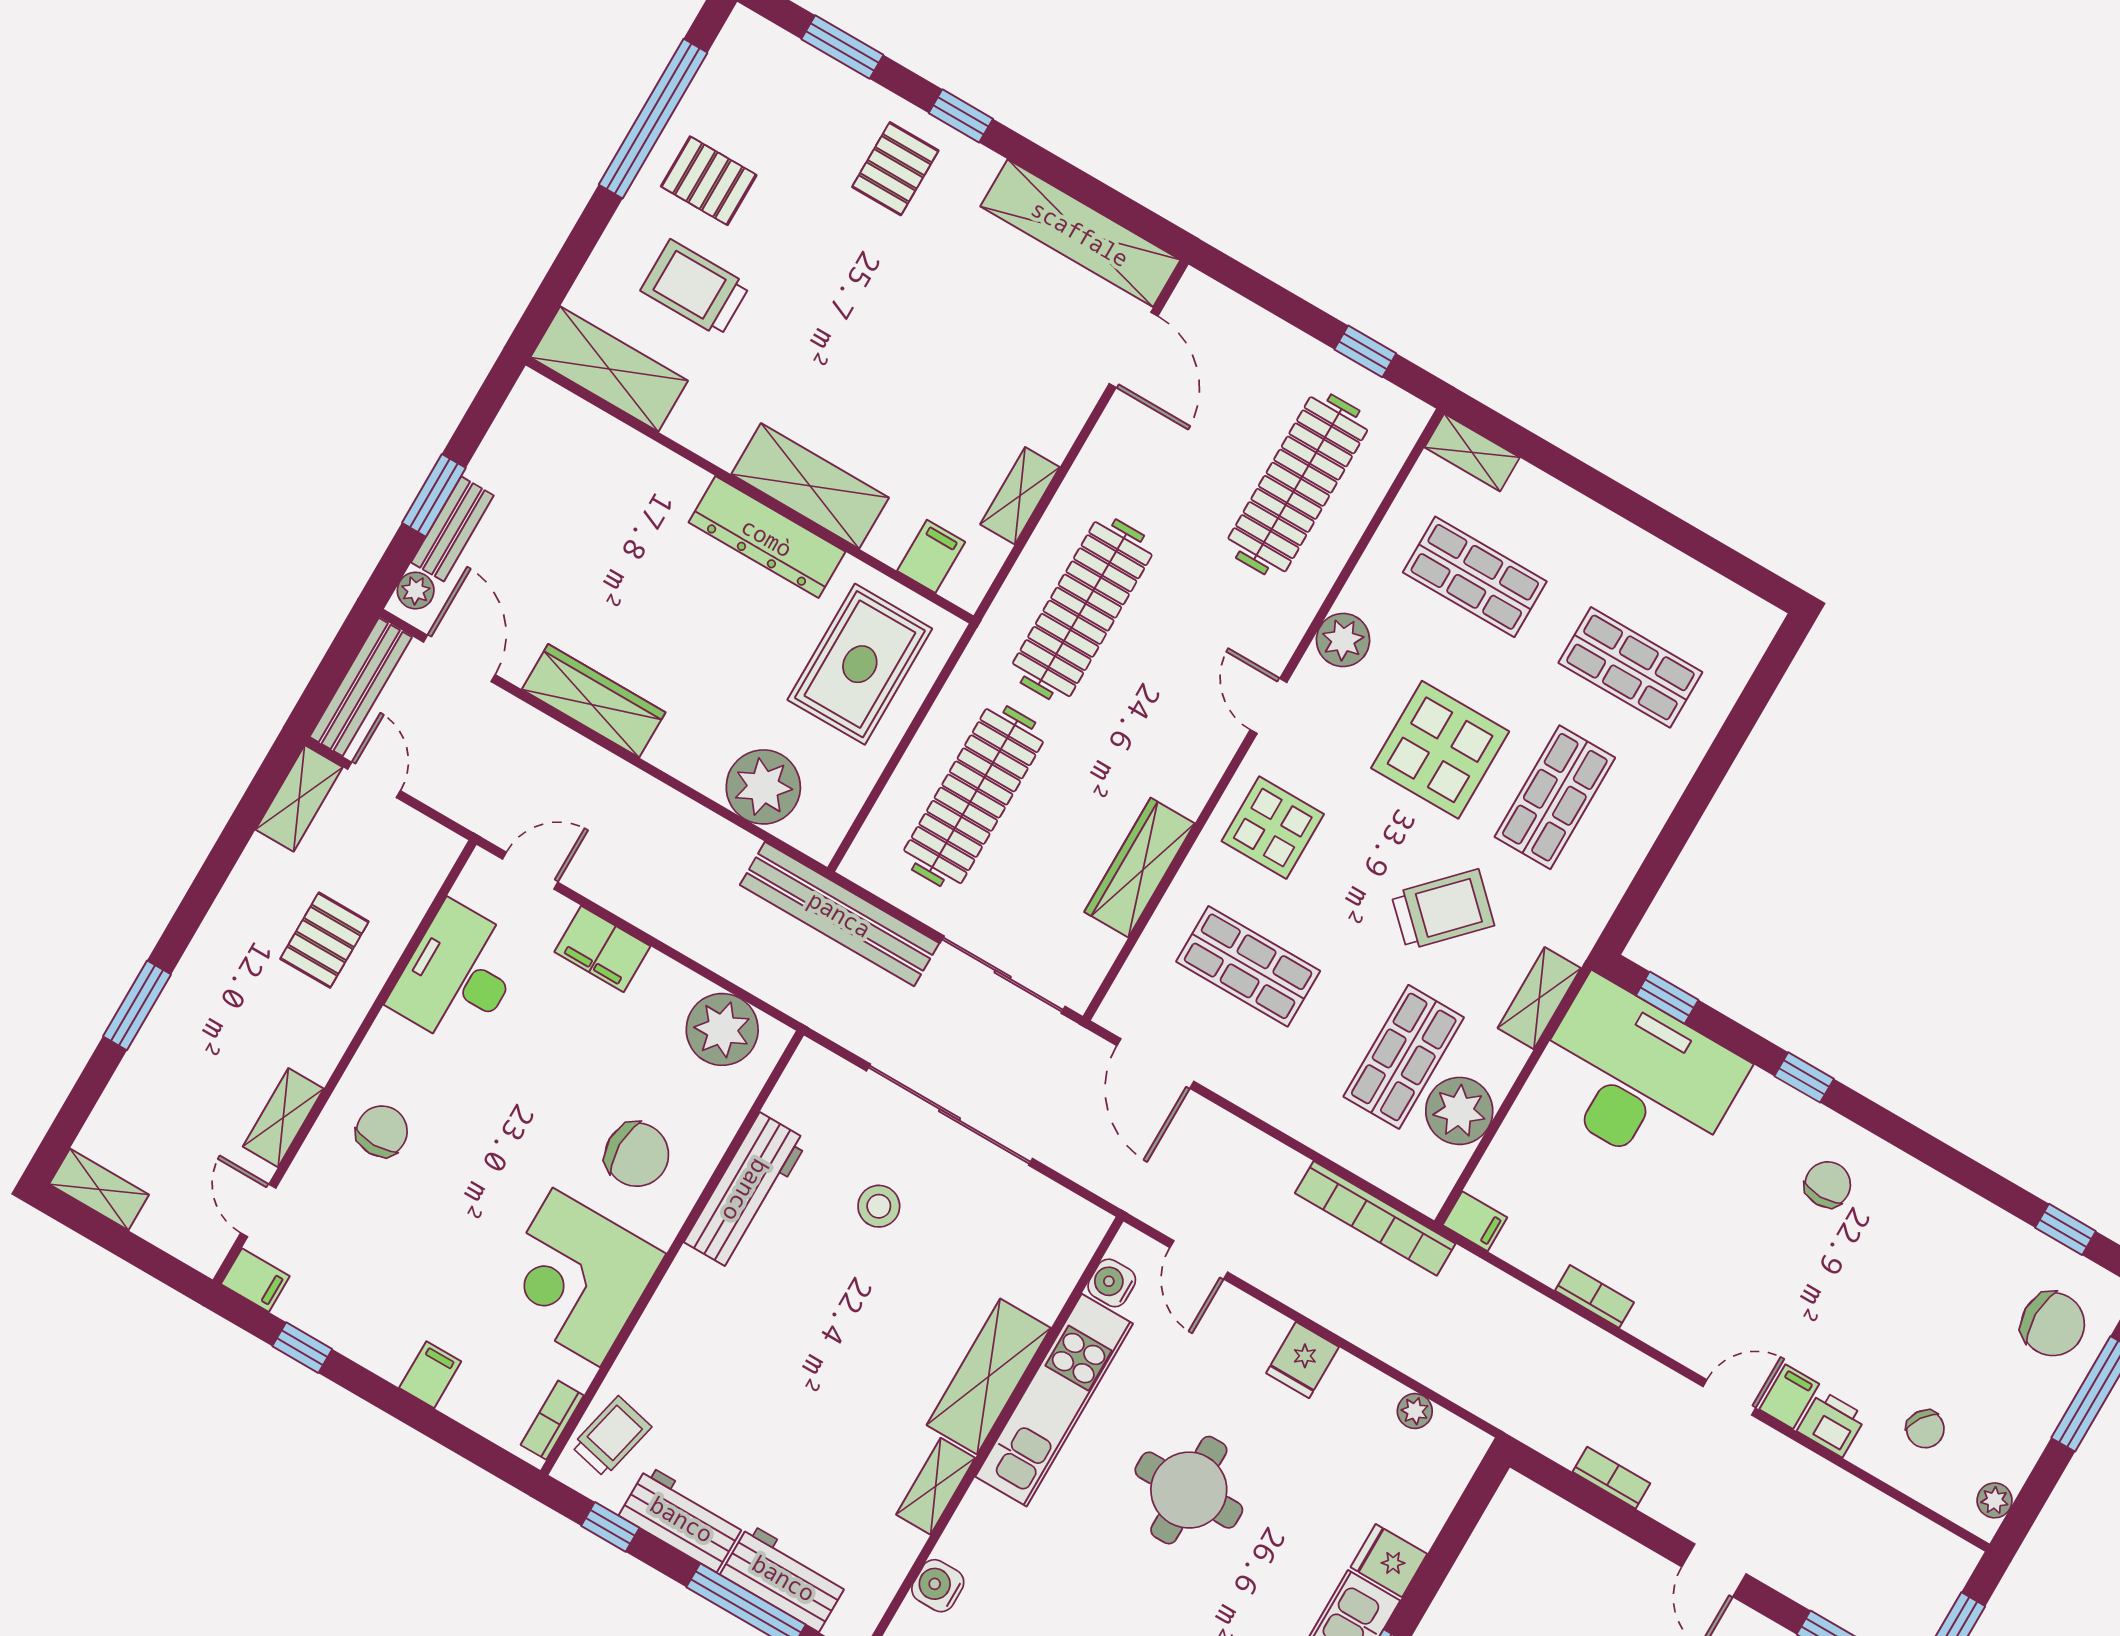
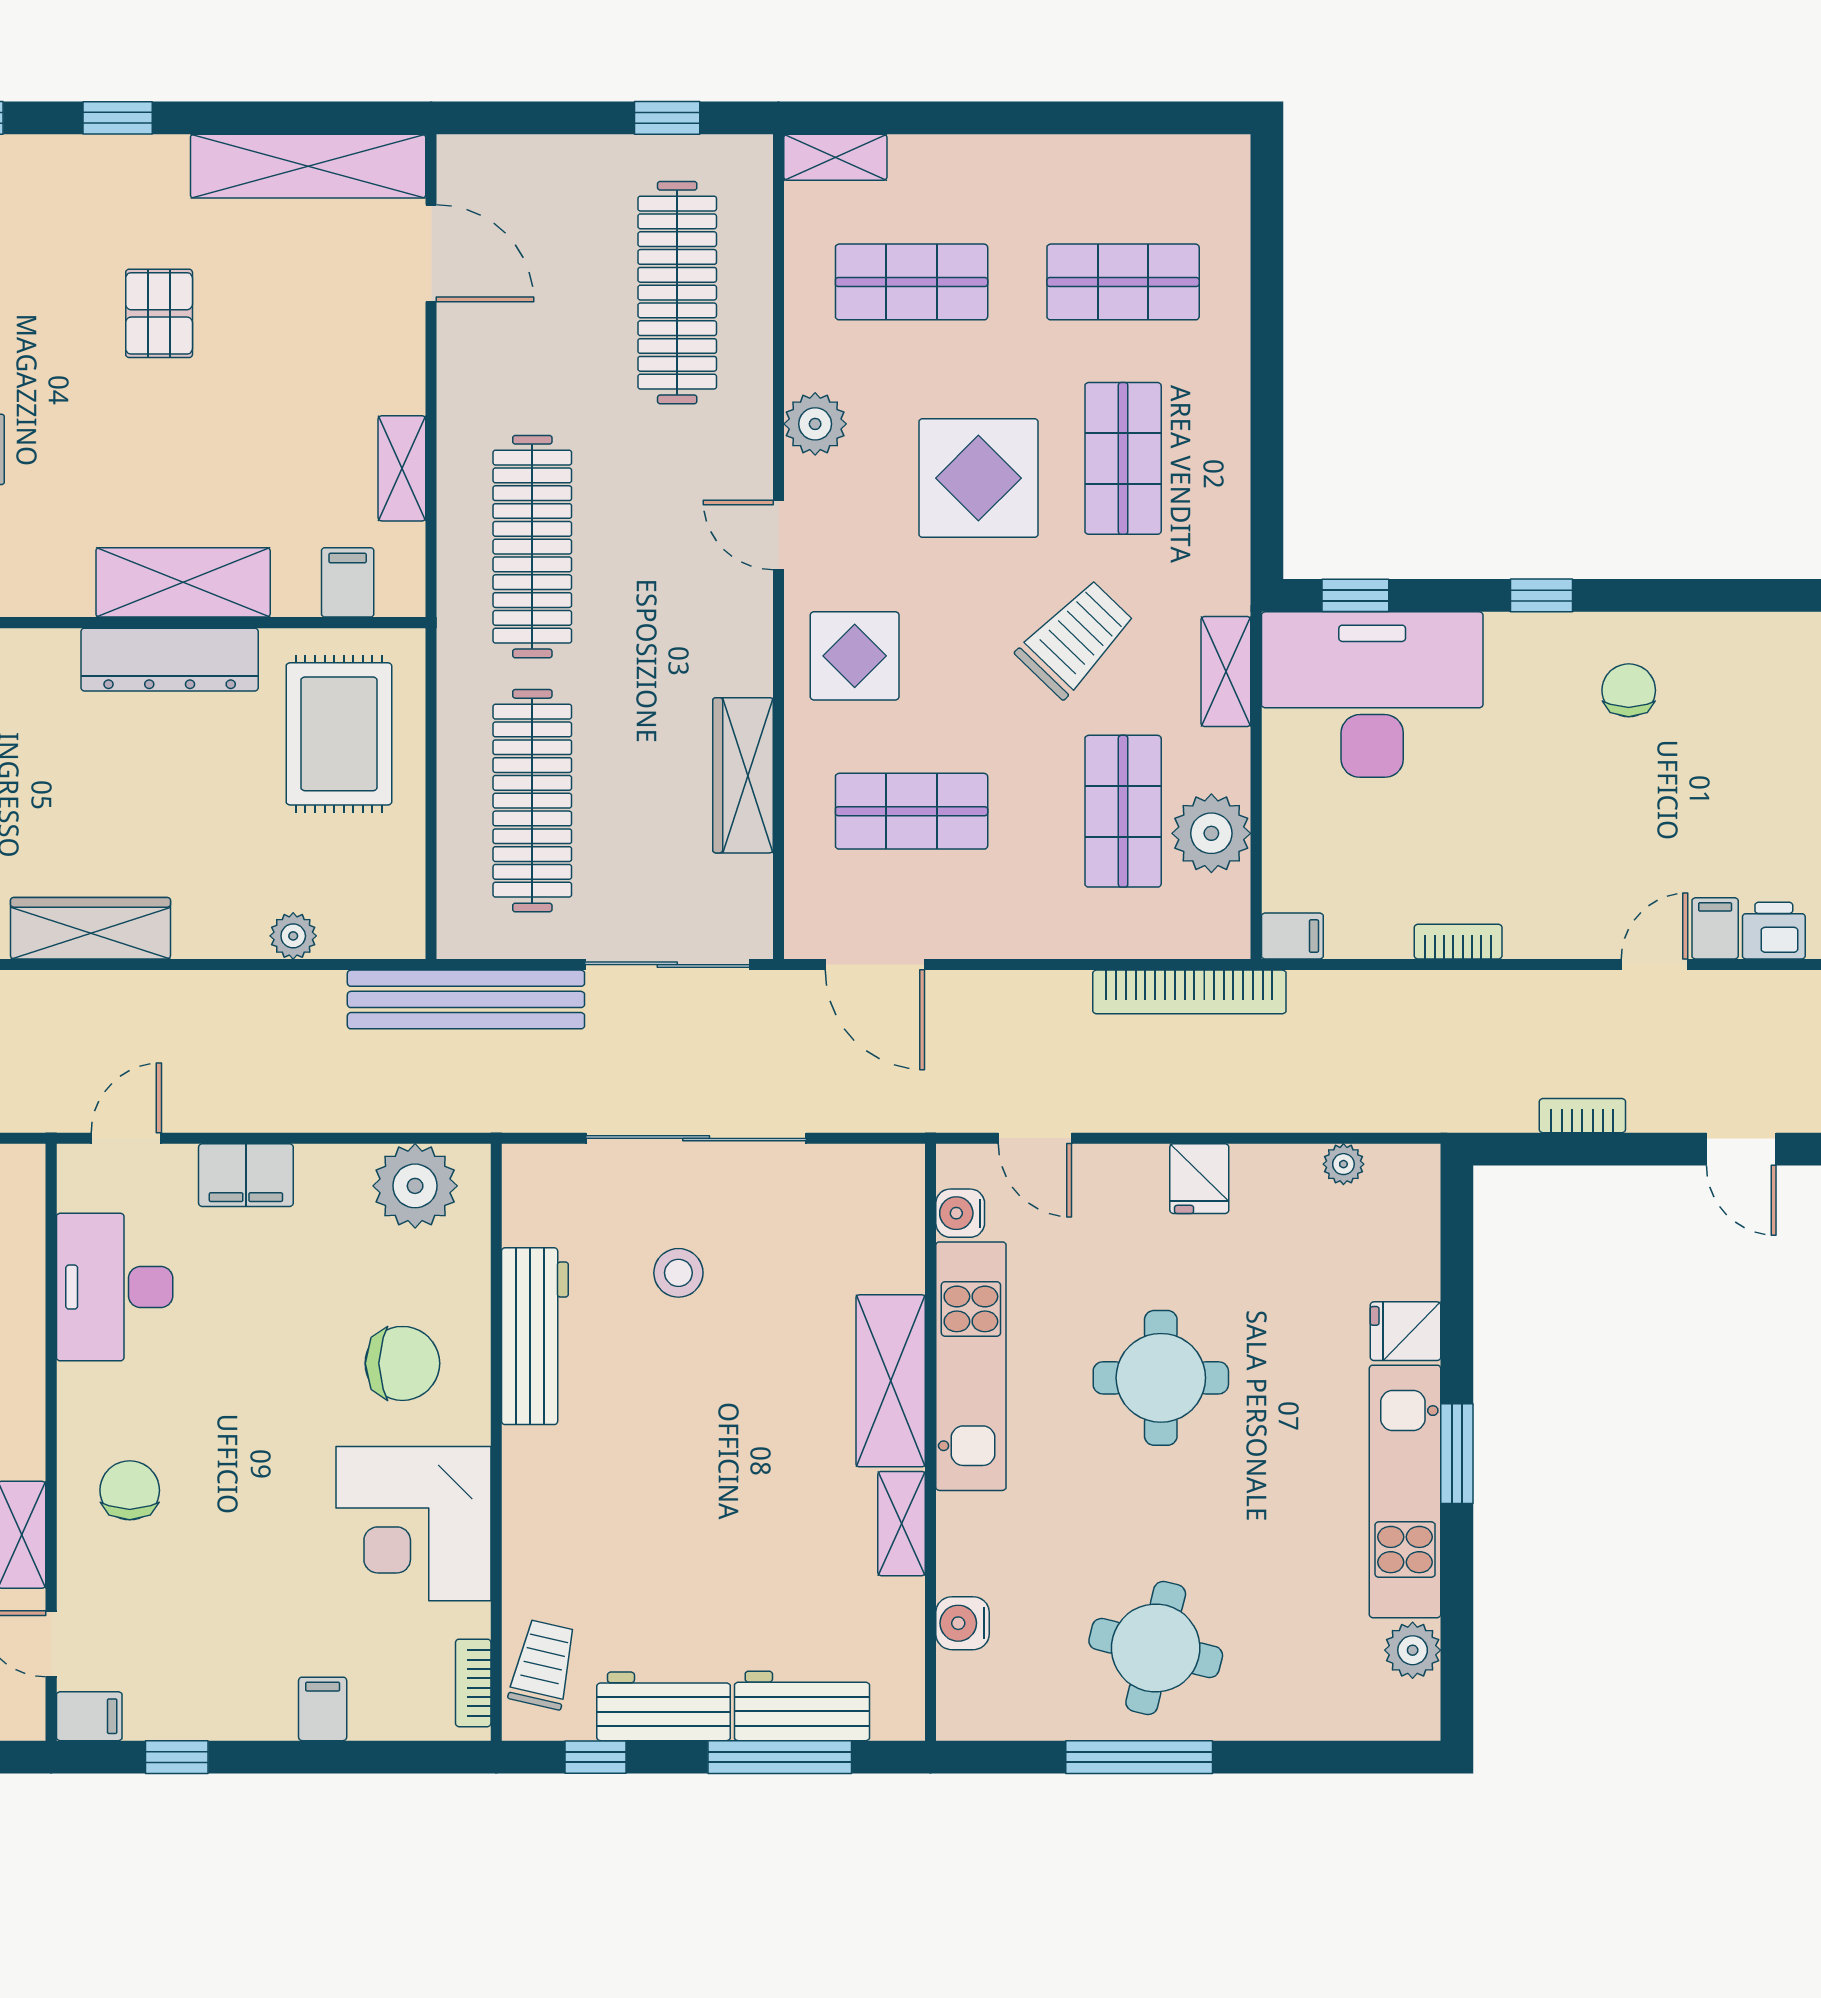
pallet: (895, 169) -> (159, 313), moved
plant: (763, 787) -> (293, 936), width x0.53, depth x0.53

